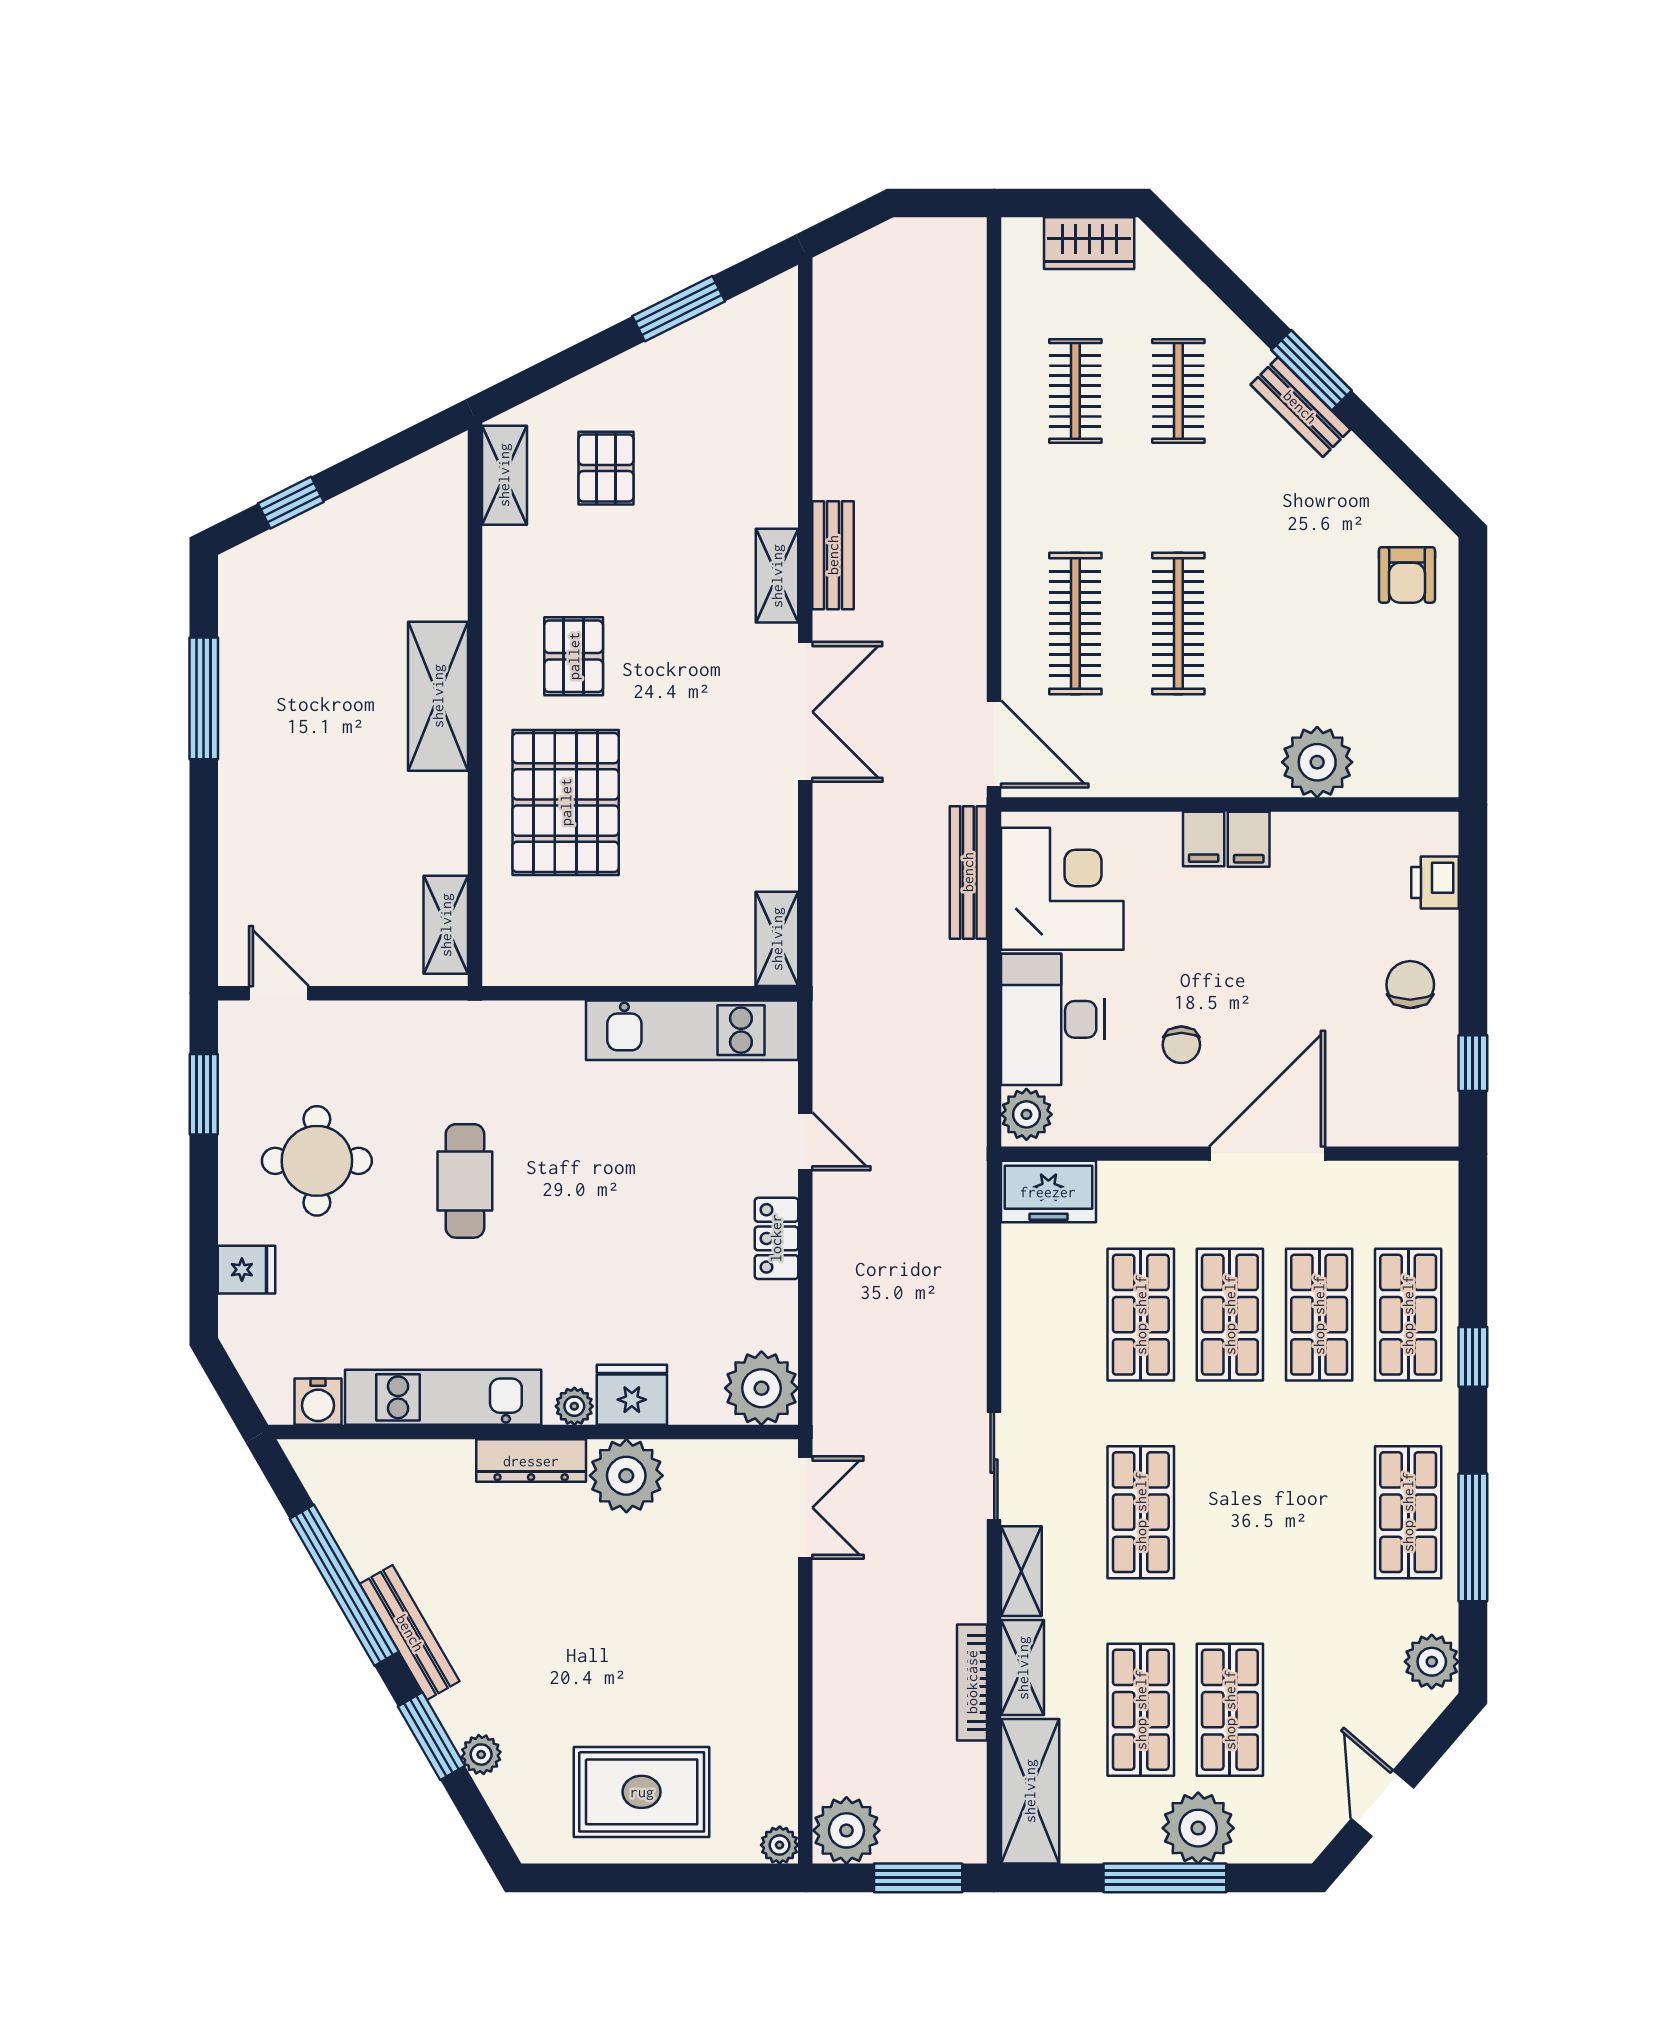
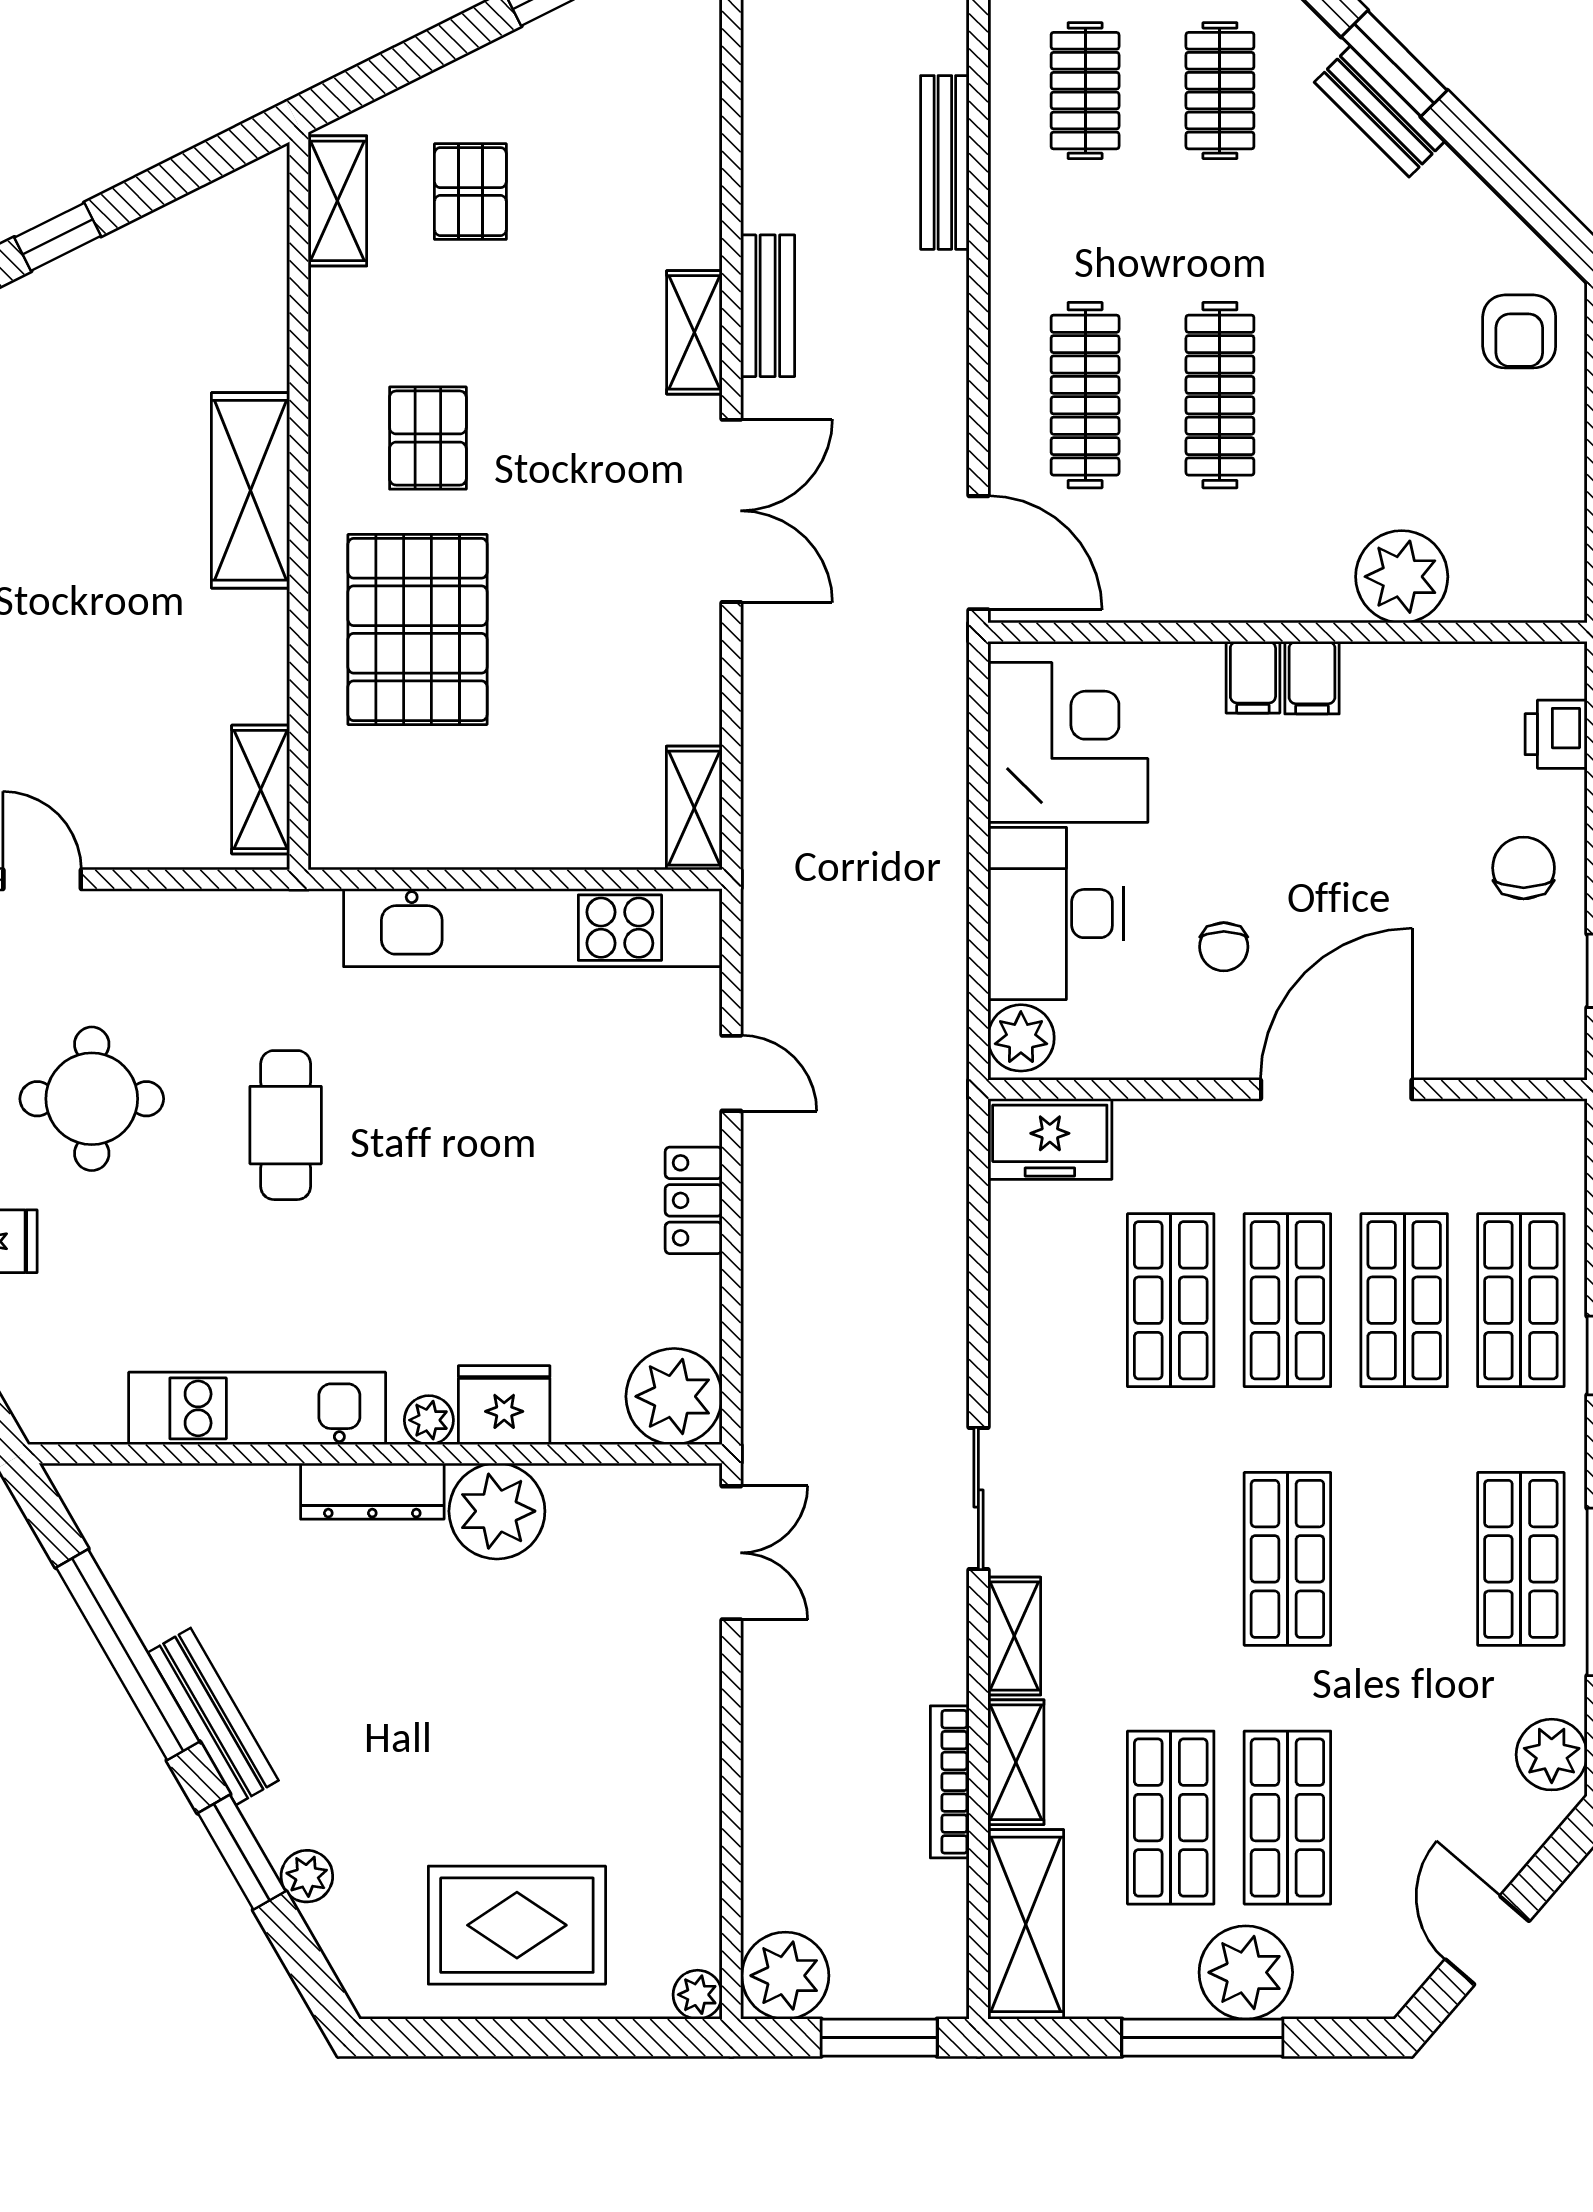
bench: (968, 872) -> (945, 162), moved
kitchen unit: (692, 1030) -> (533, 928), width x1.36
water cooler: (318, 1402) -> (93, 1414), removed
shop shelf: (1141, 1512) -> (1287, 1559), moved

